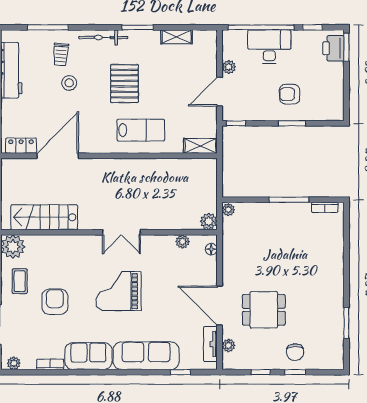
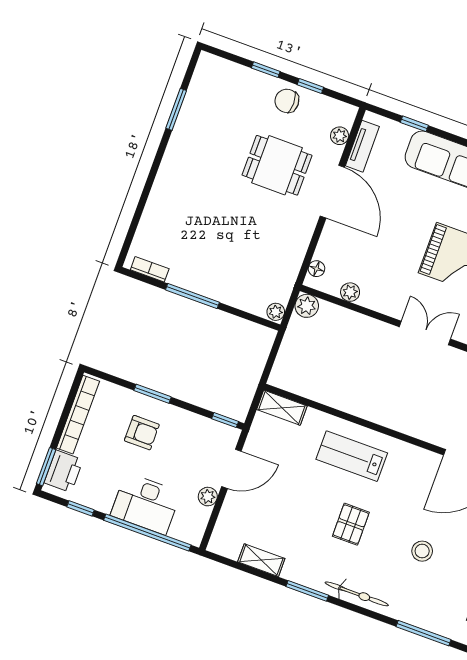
trolley: (61, 54) -> (420, 592), removed
pallet: (124, 84) -> (351, 524), width x0.67, depth x0.71
bookcase: (338, 91) -> (78, 415), added
chair: (295, 352) -> (287, 101), moved, turned -89

